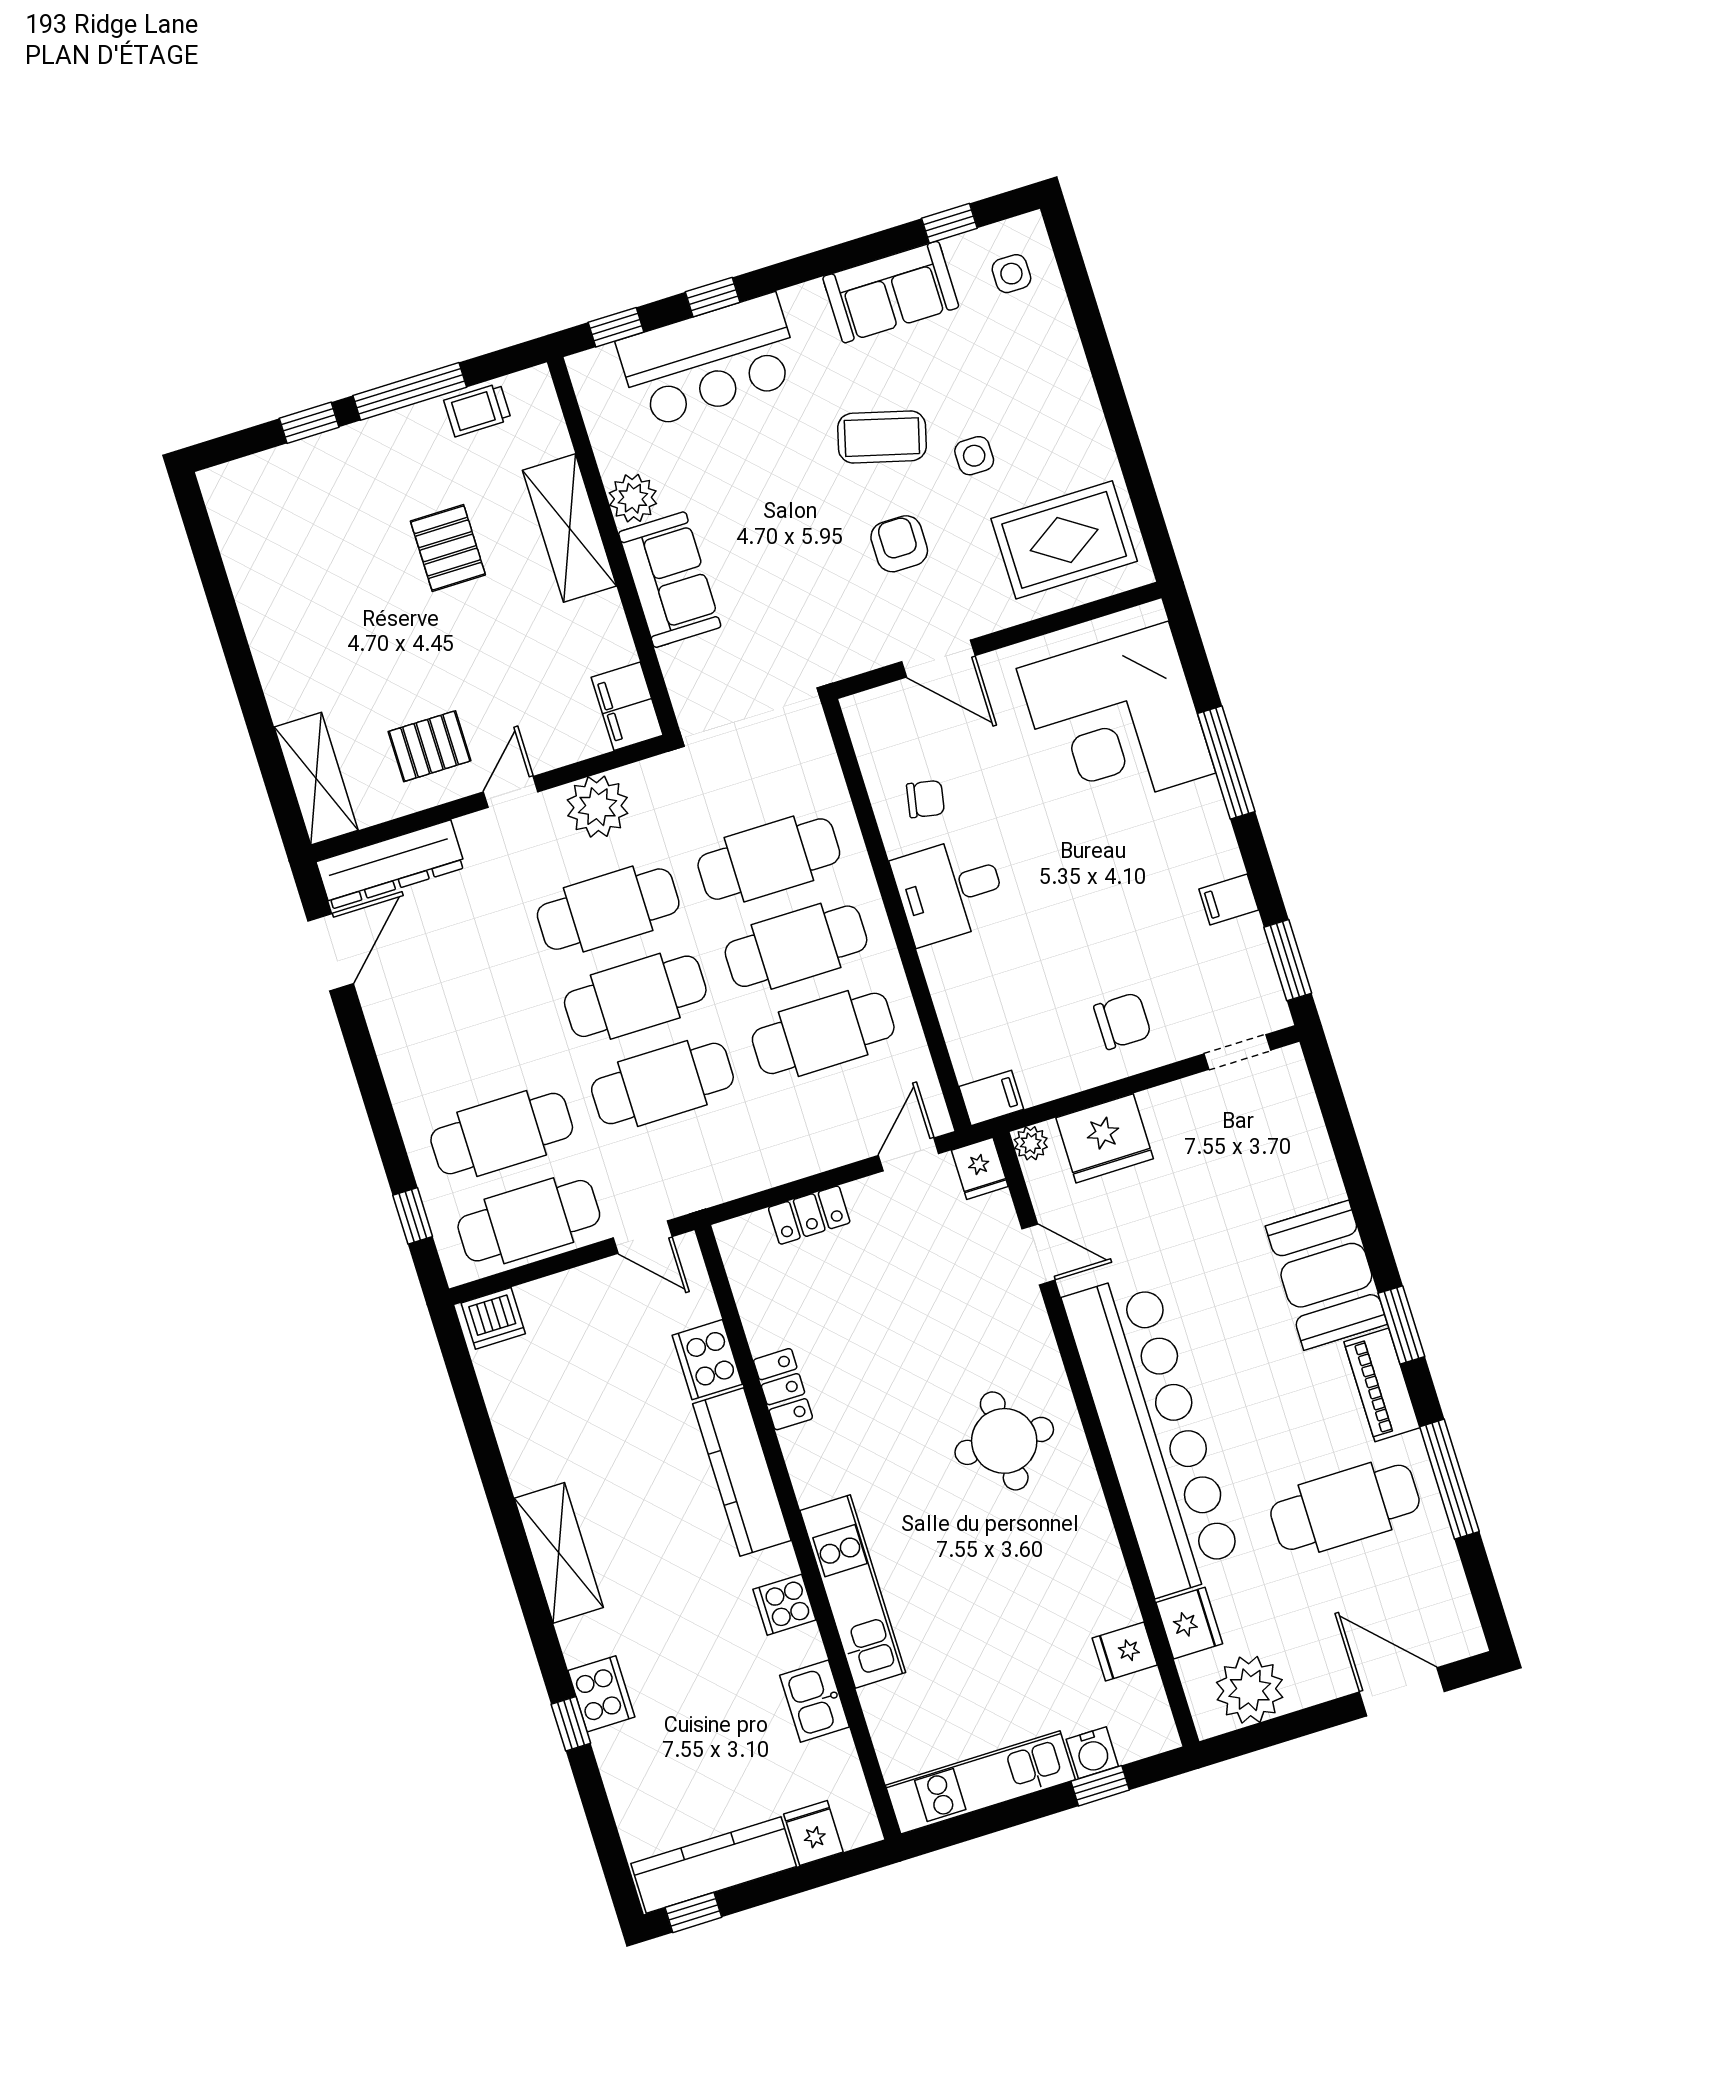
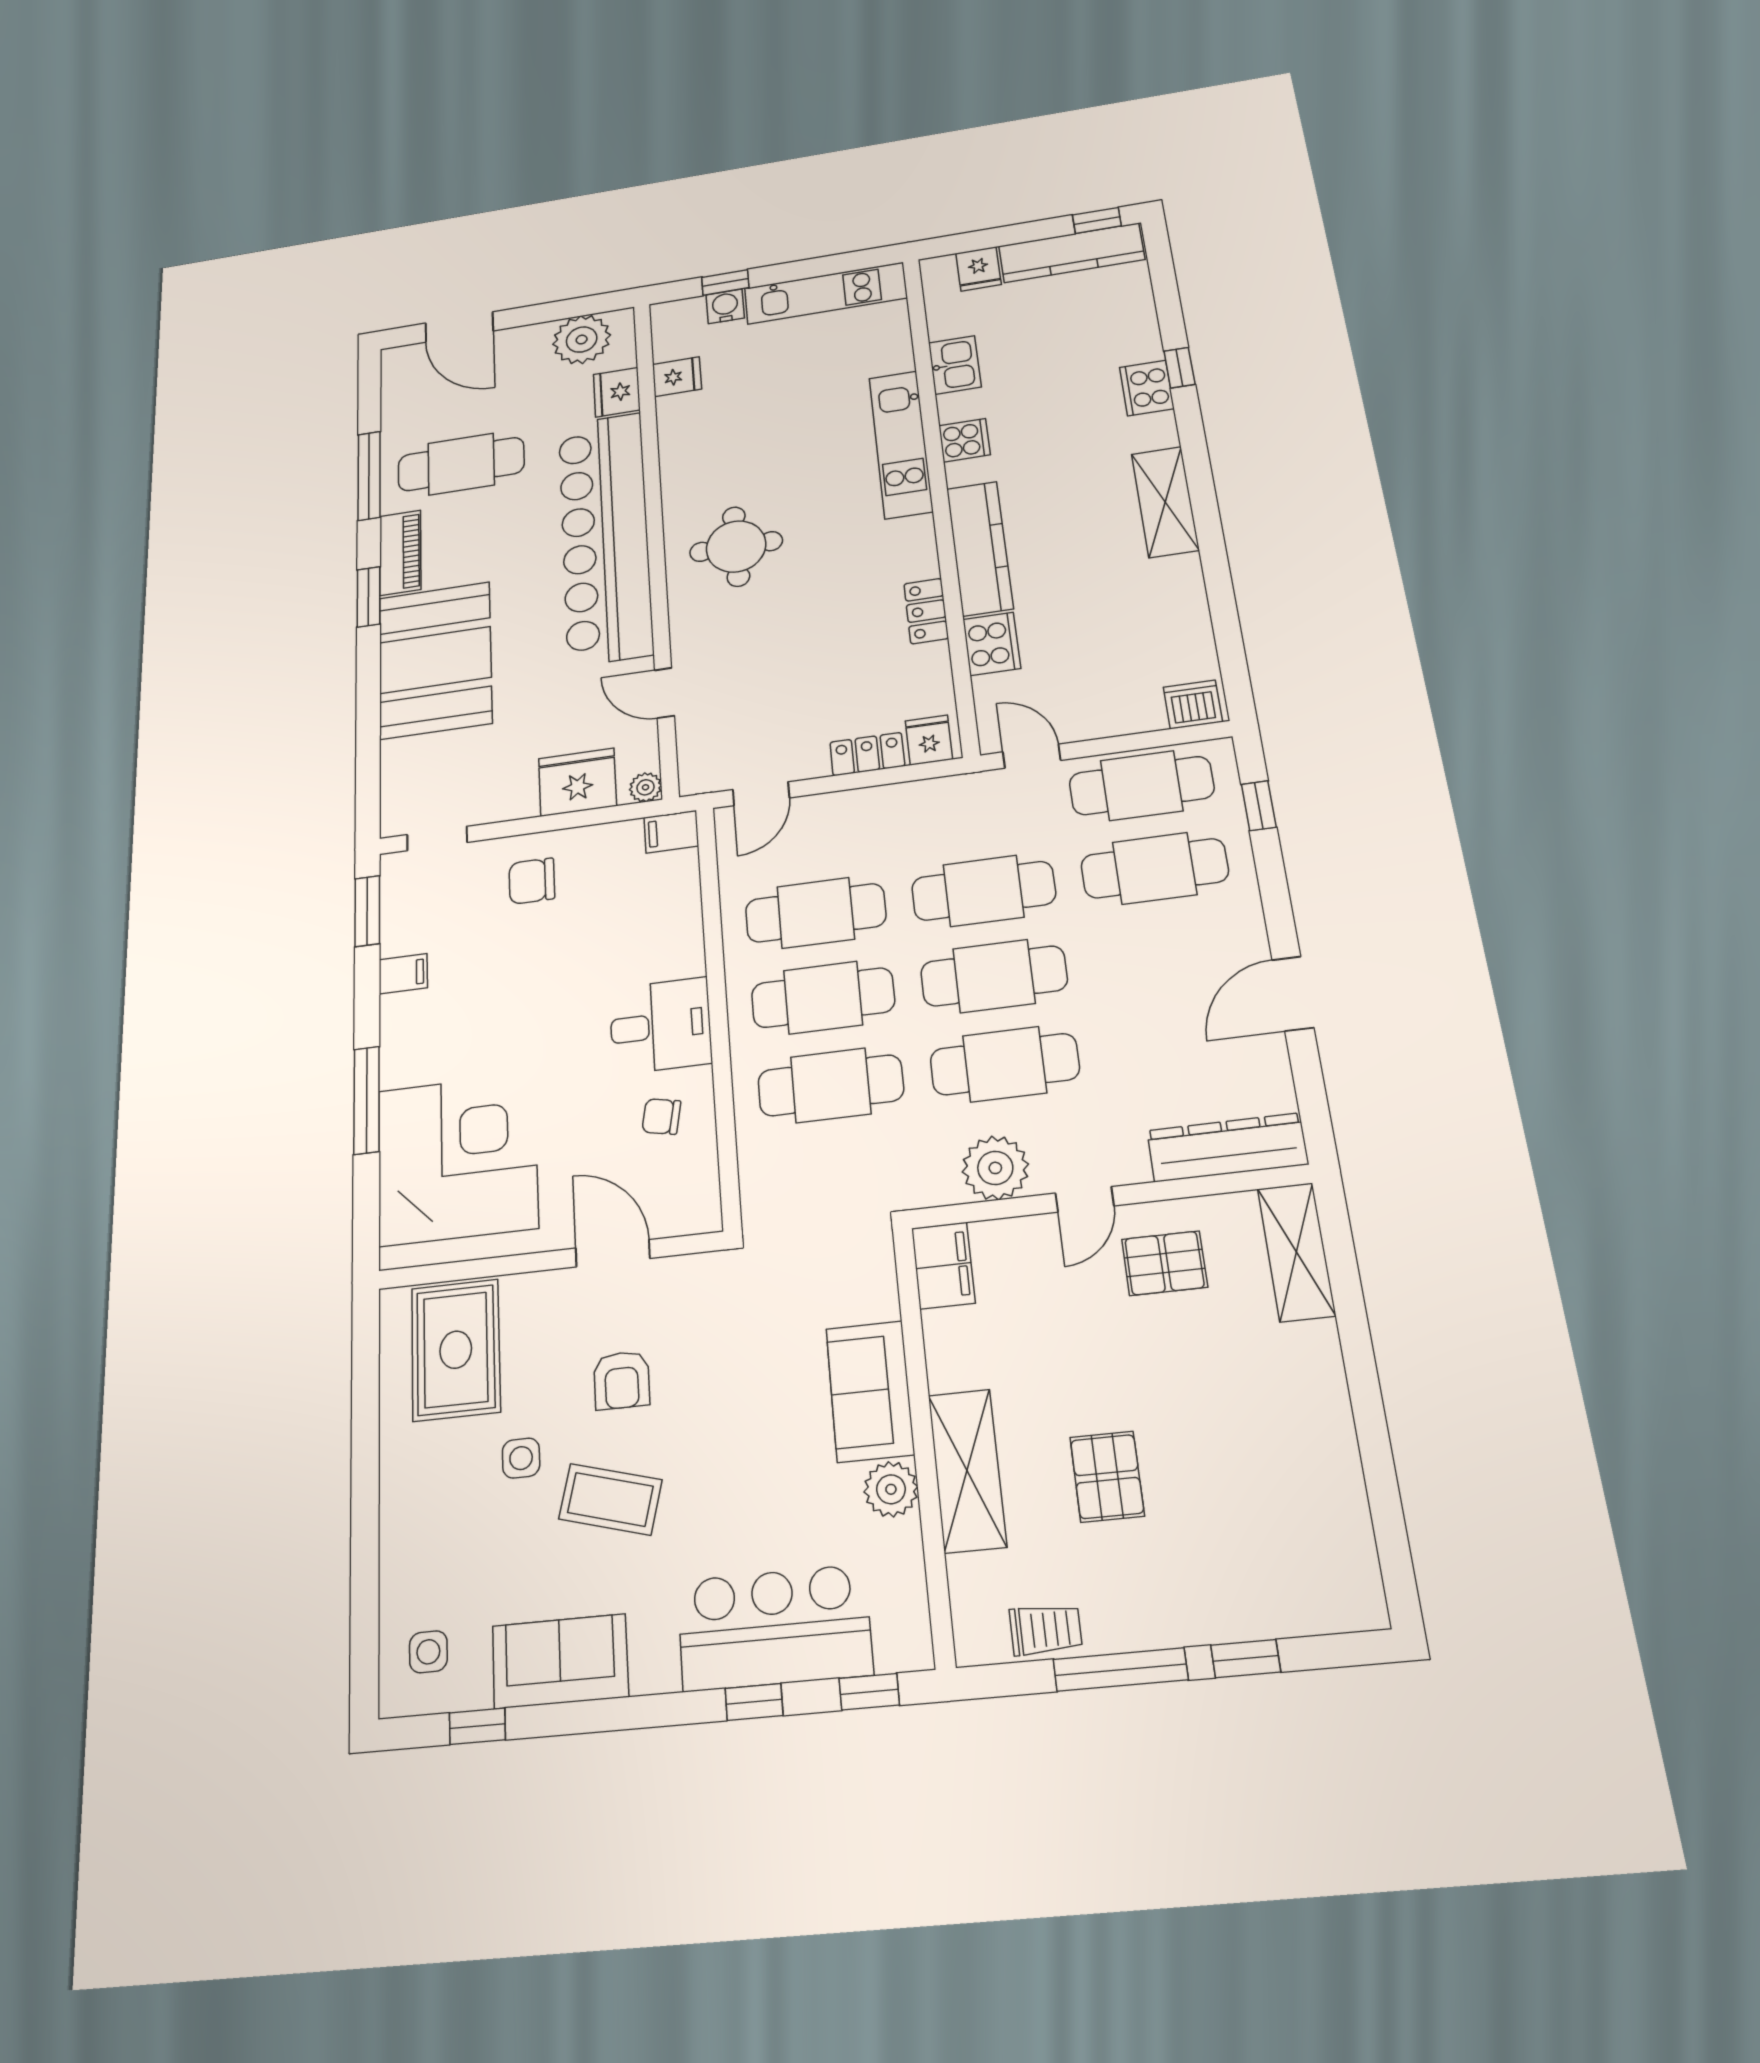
rug: (1064, 540) -> (456, 1350), turned 90
door: (331, 952) -> (1293, 994), moved
fridge: (980, 1168) -> (929, 740), moved
booth: (1326, 1275) -> (435, 660), width x1.36, depth x1.42

